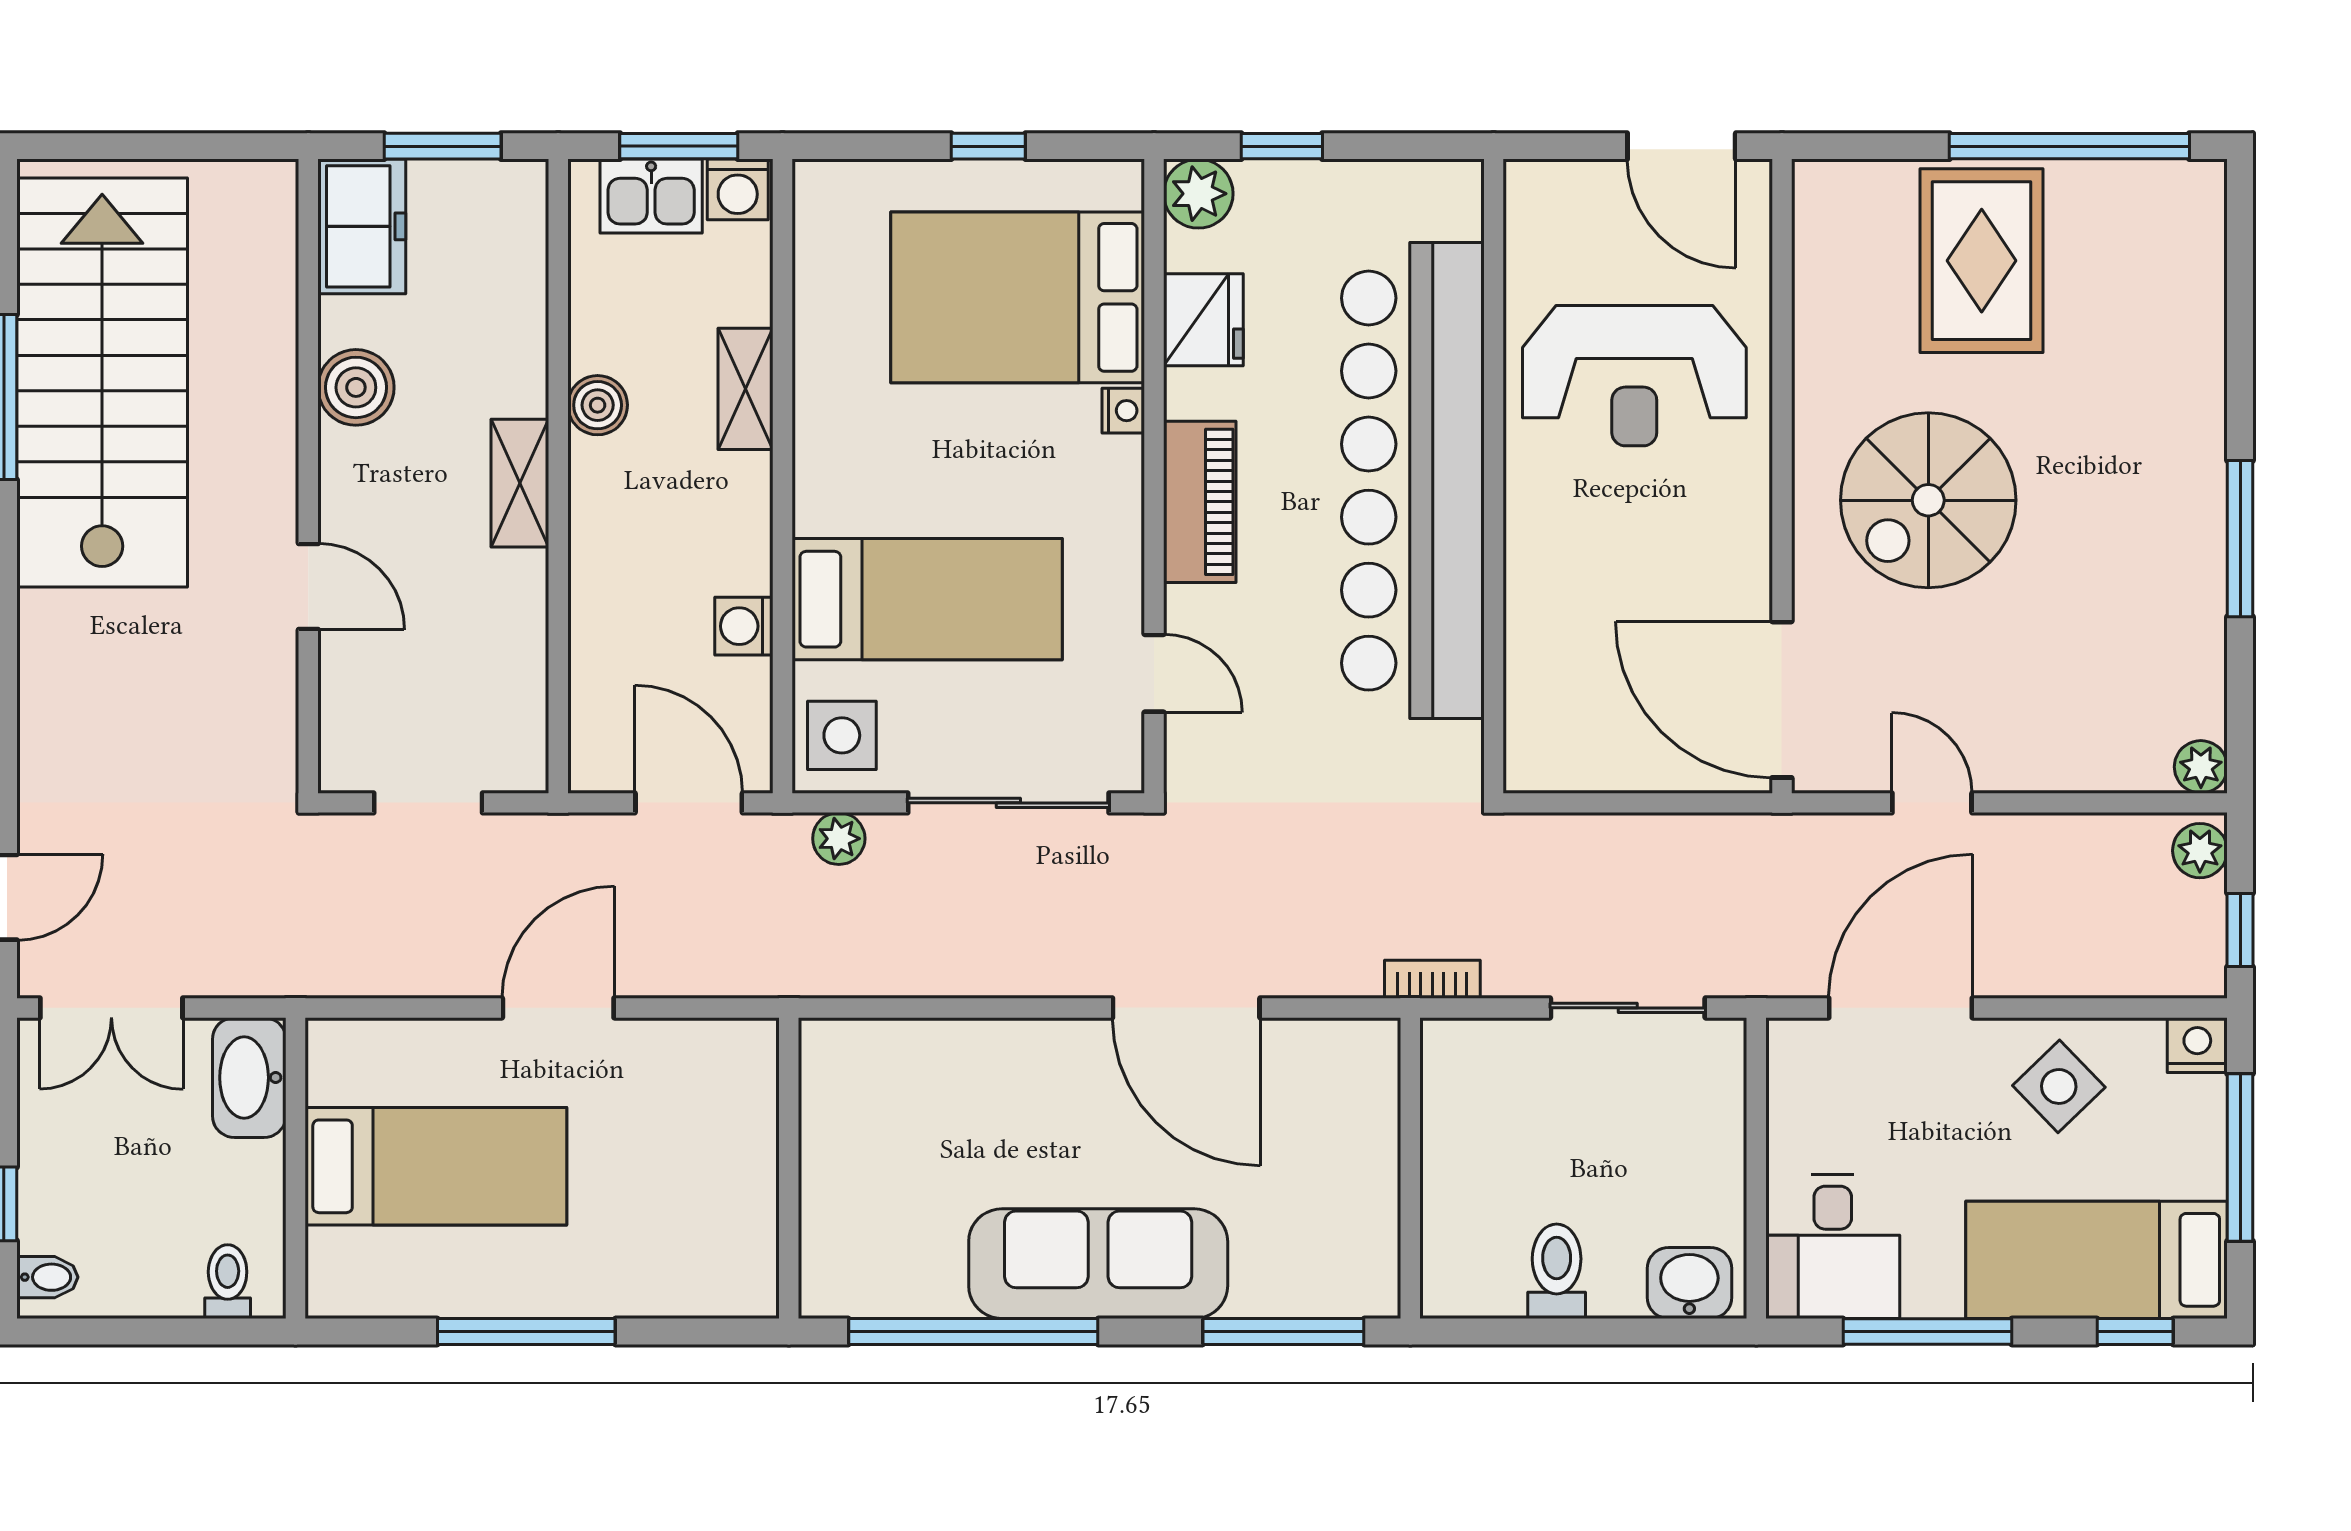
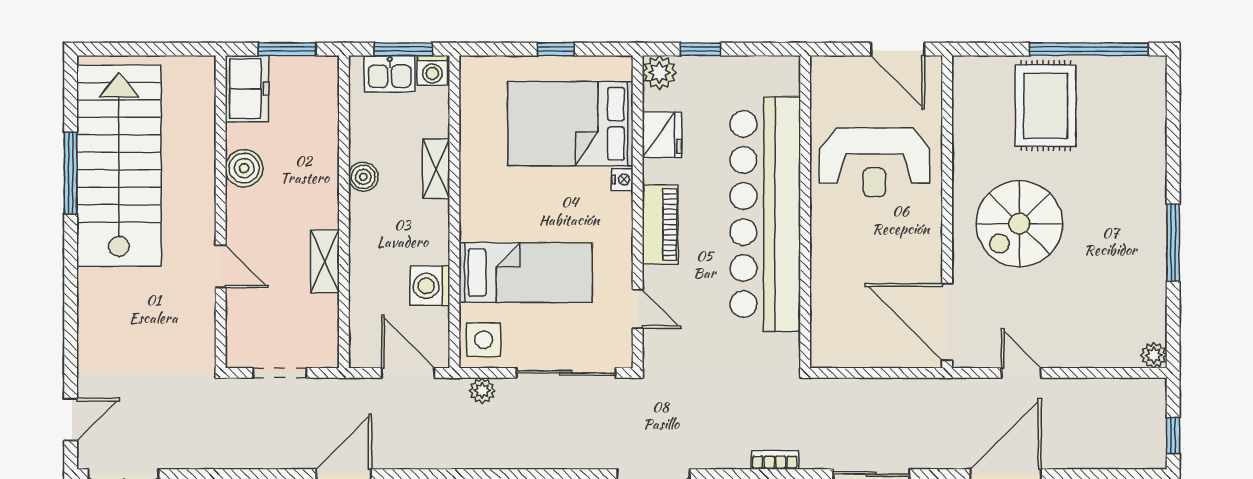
shelving: (520, 483) -> (325, 261), moved
washing machine: (744, 626) -> (430, 286), width x1.38, depth x1.38
plant: (2200, 851) -> (1153, 396), removed

